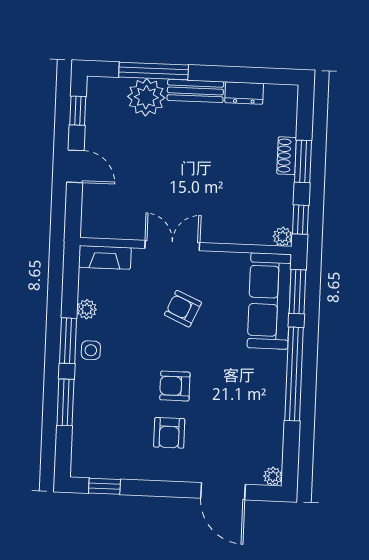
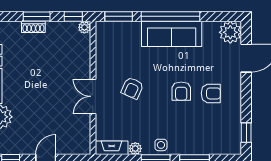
fireplace: (105, 257) -> (112, 148), moved, turned -90
sofa: (269, 301) -> (172, 34), moved
plant: (273, 476) -> (230, 32), width x1.87, depth x1.87

